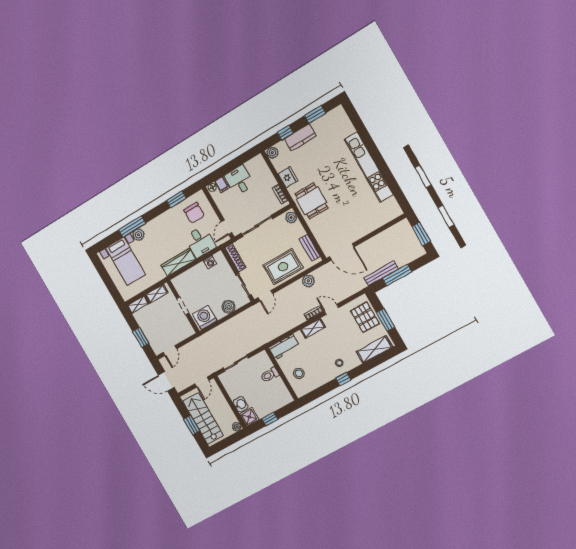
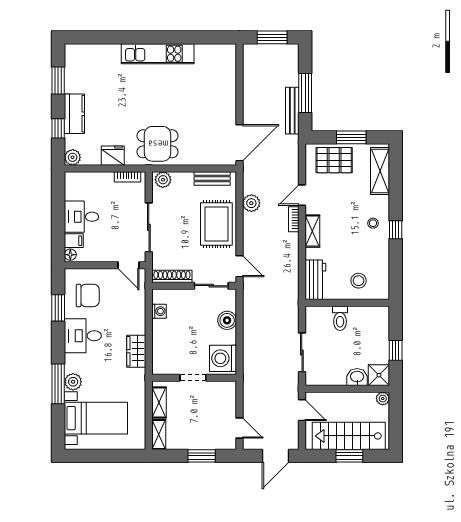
kitchen unit: (369, 167) -> (158, 54), width x0.73
desk: (200, 242) -> (83, 336), moved, turned 180
wardrobe: (178, 262) -> (136, 351), width x0.67

